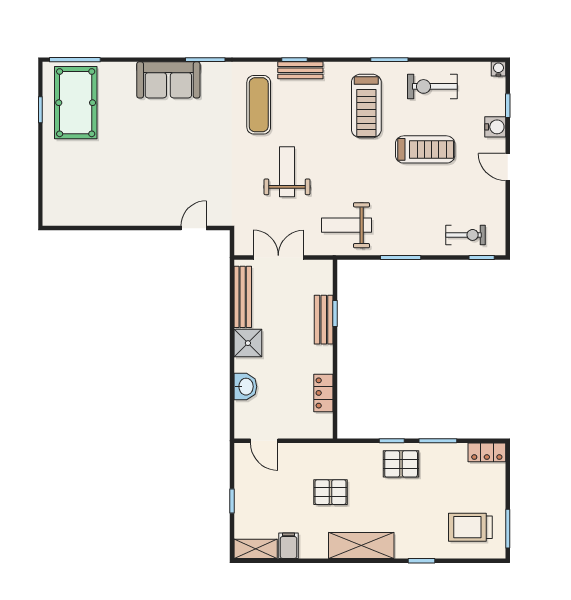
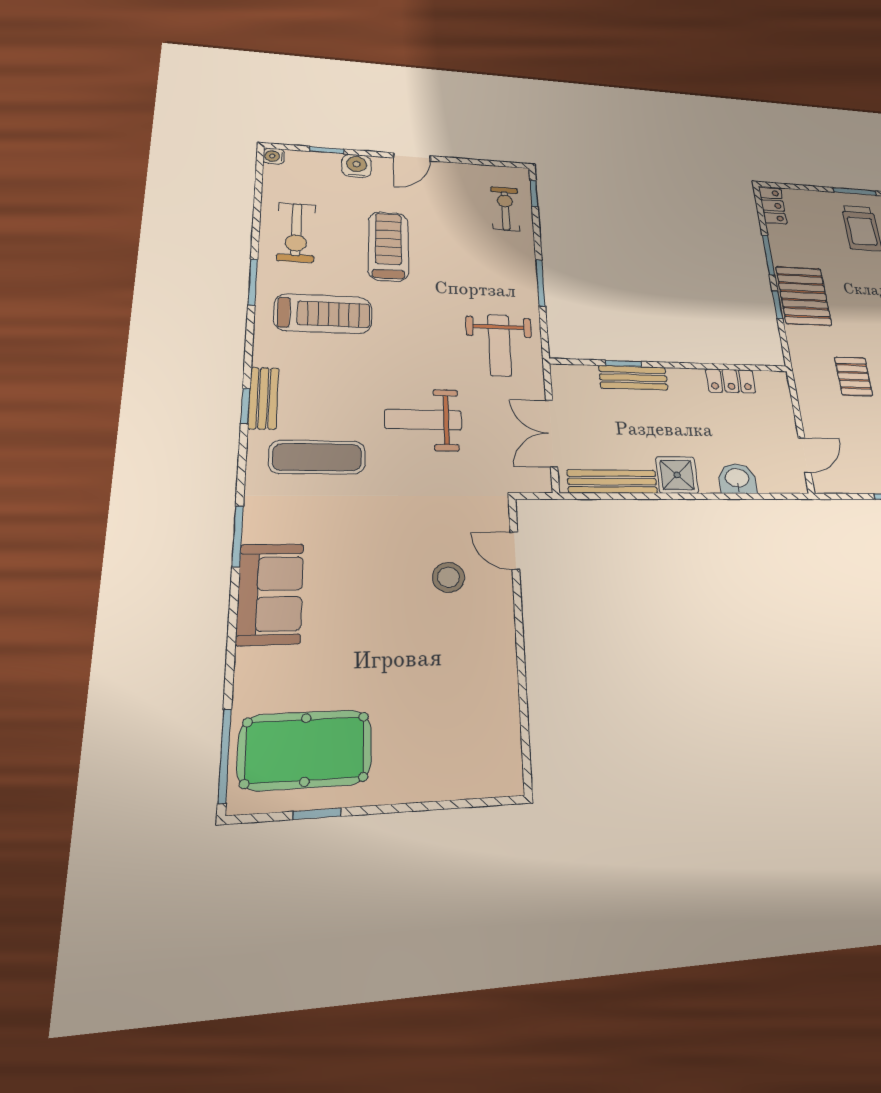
stool: (177, 185) -> (448, 577), added
pallet: (401, 464) -> (803, 296), width x1.50, depth x1.42

